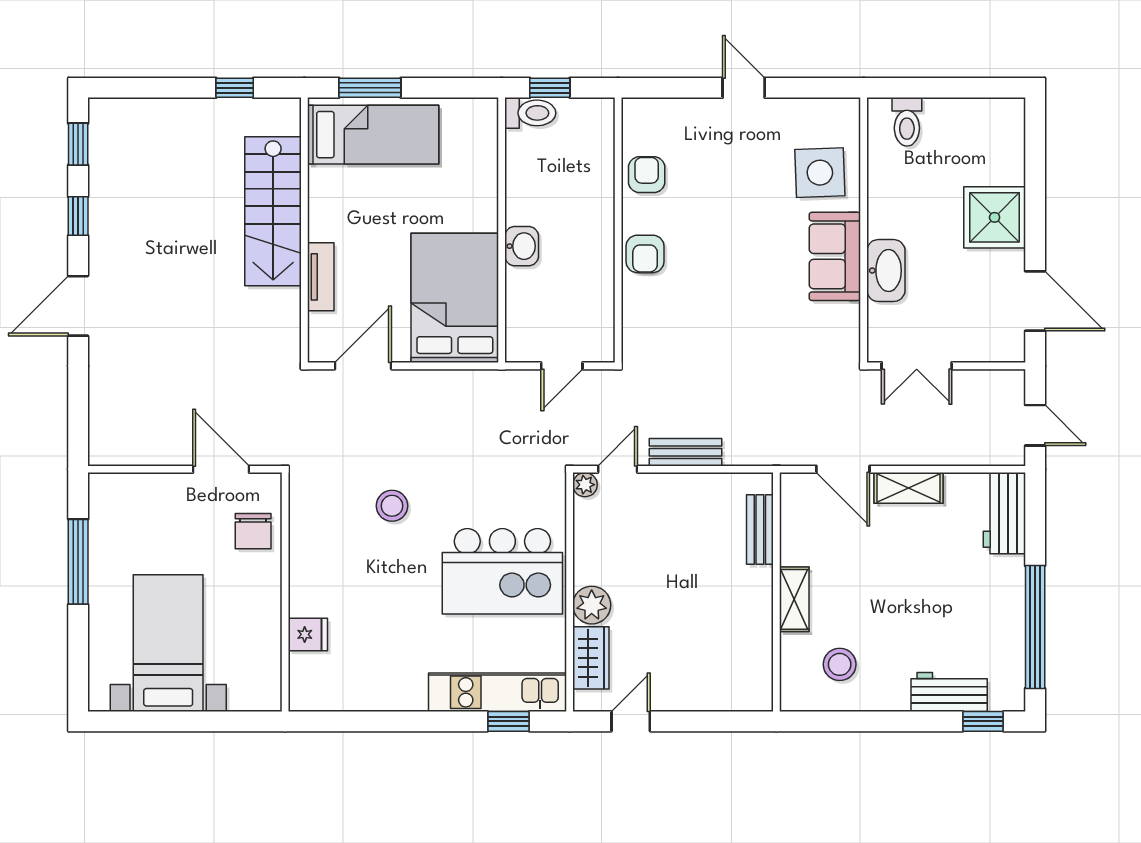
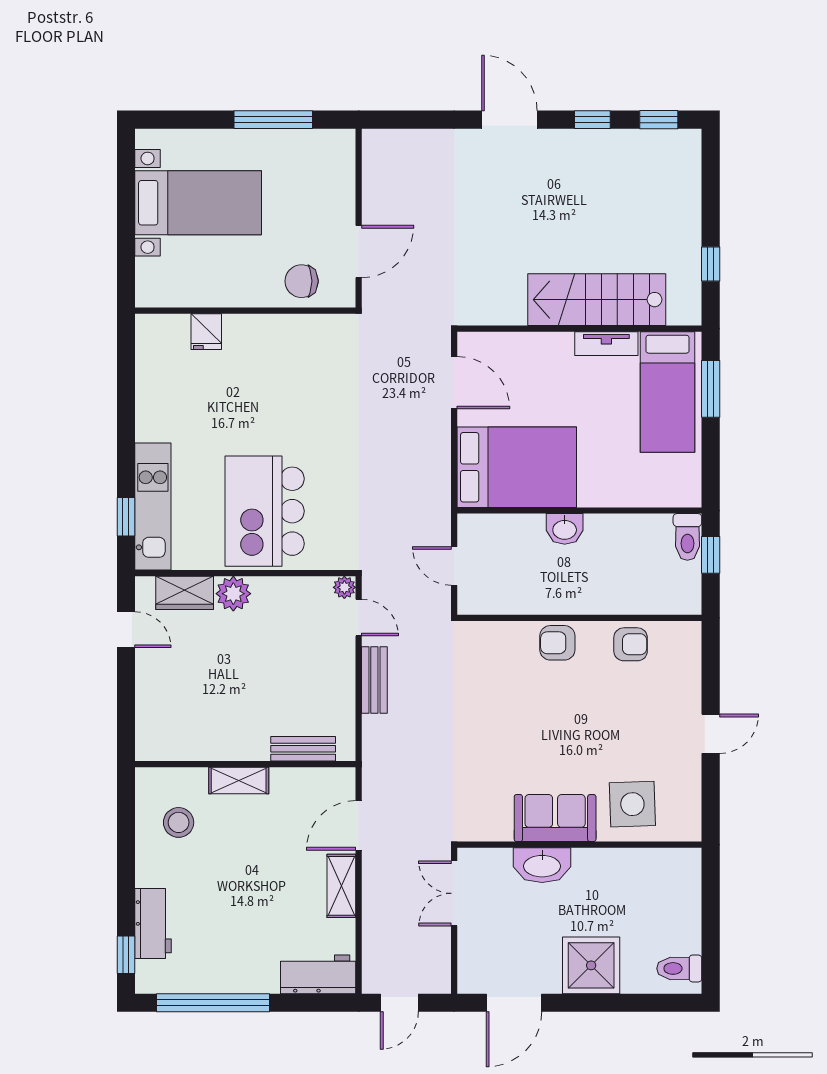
toilet: (907, 122) -> (679, 968), moved
tv unit: (321, 277) -> (606, 344), moved
stool: (392, 506) -> (325, 409), removed

